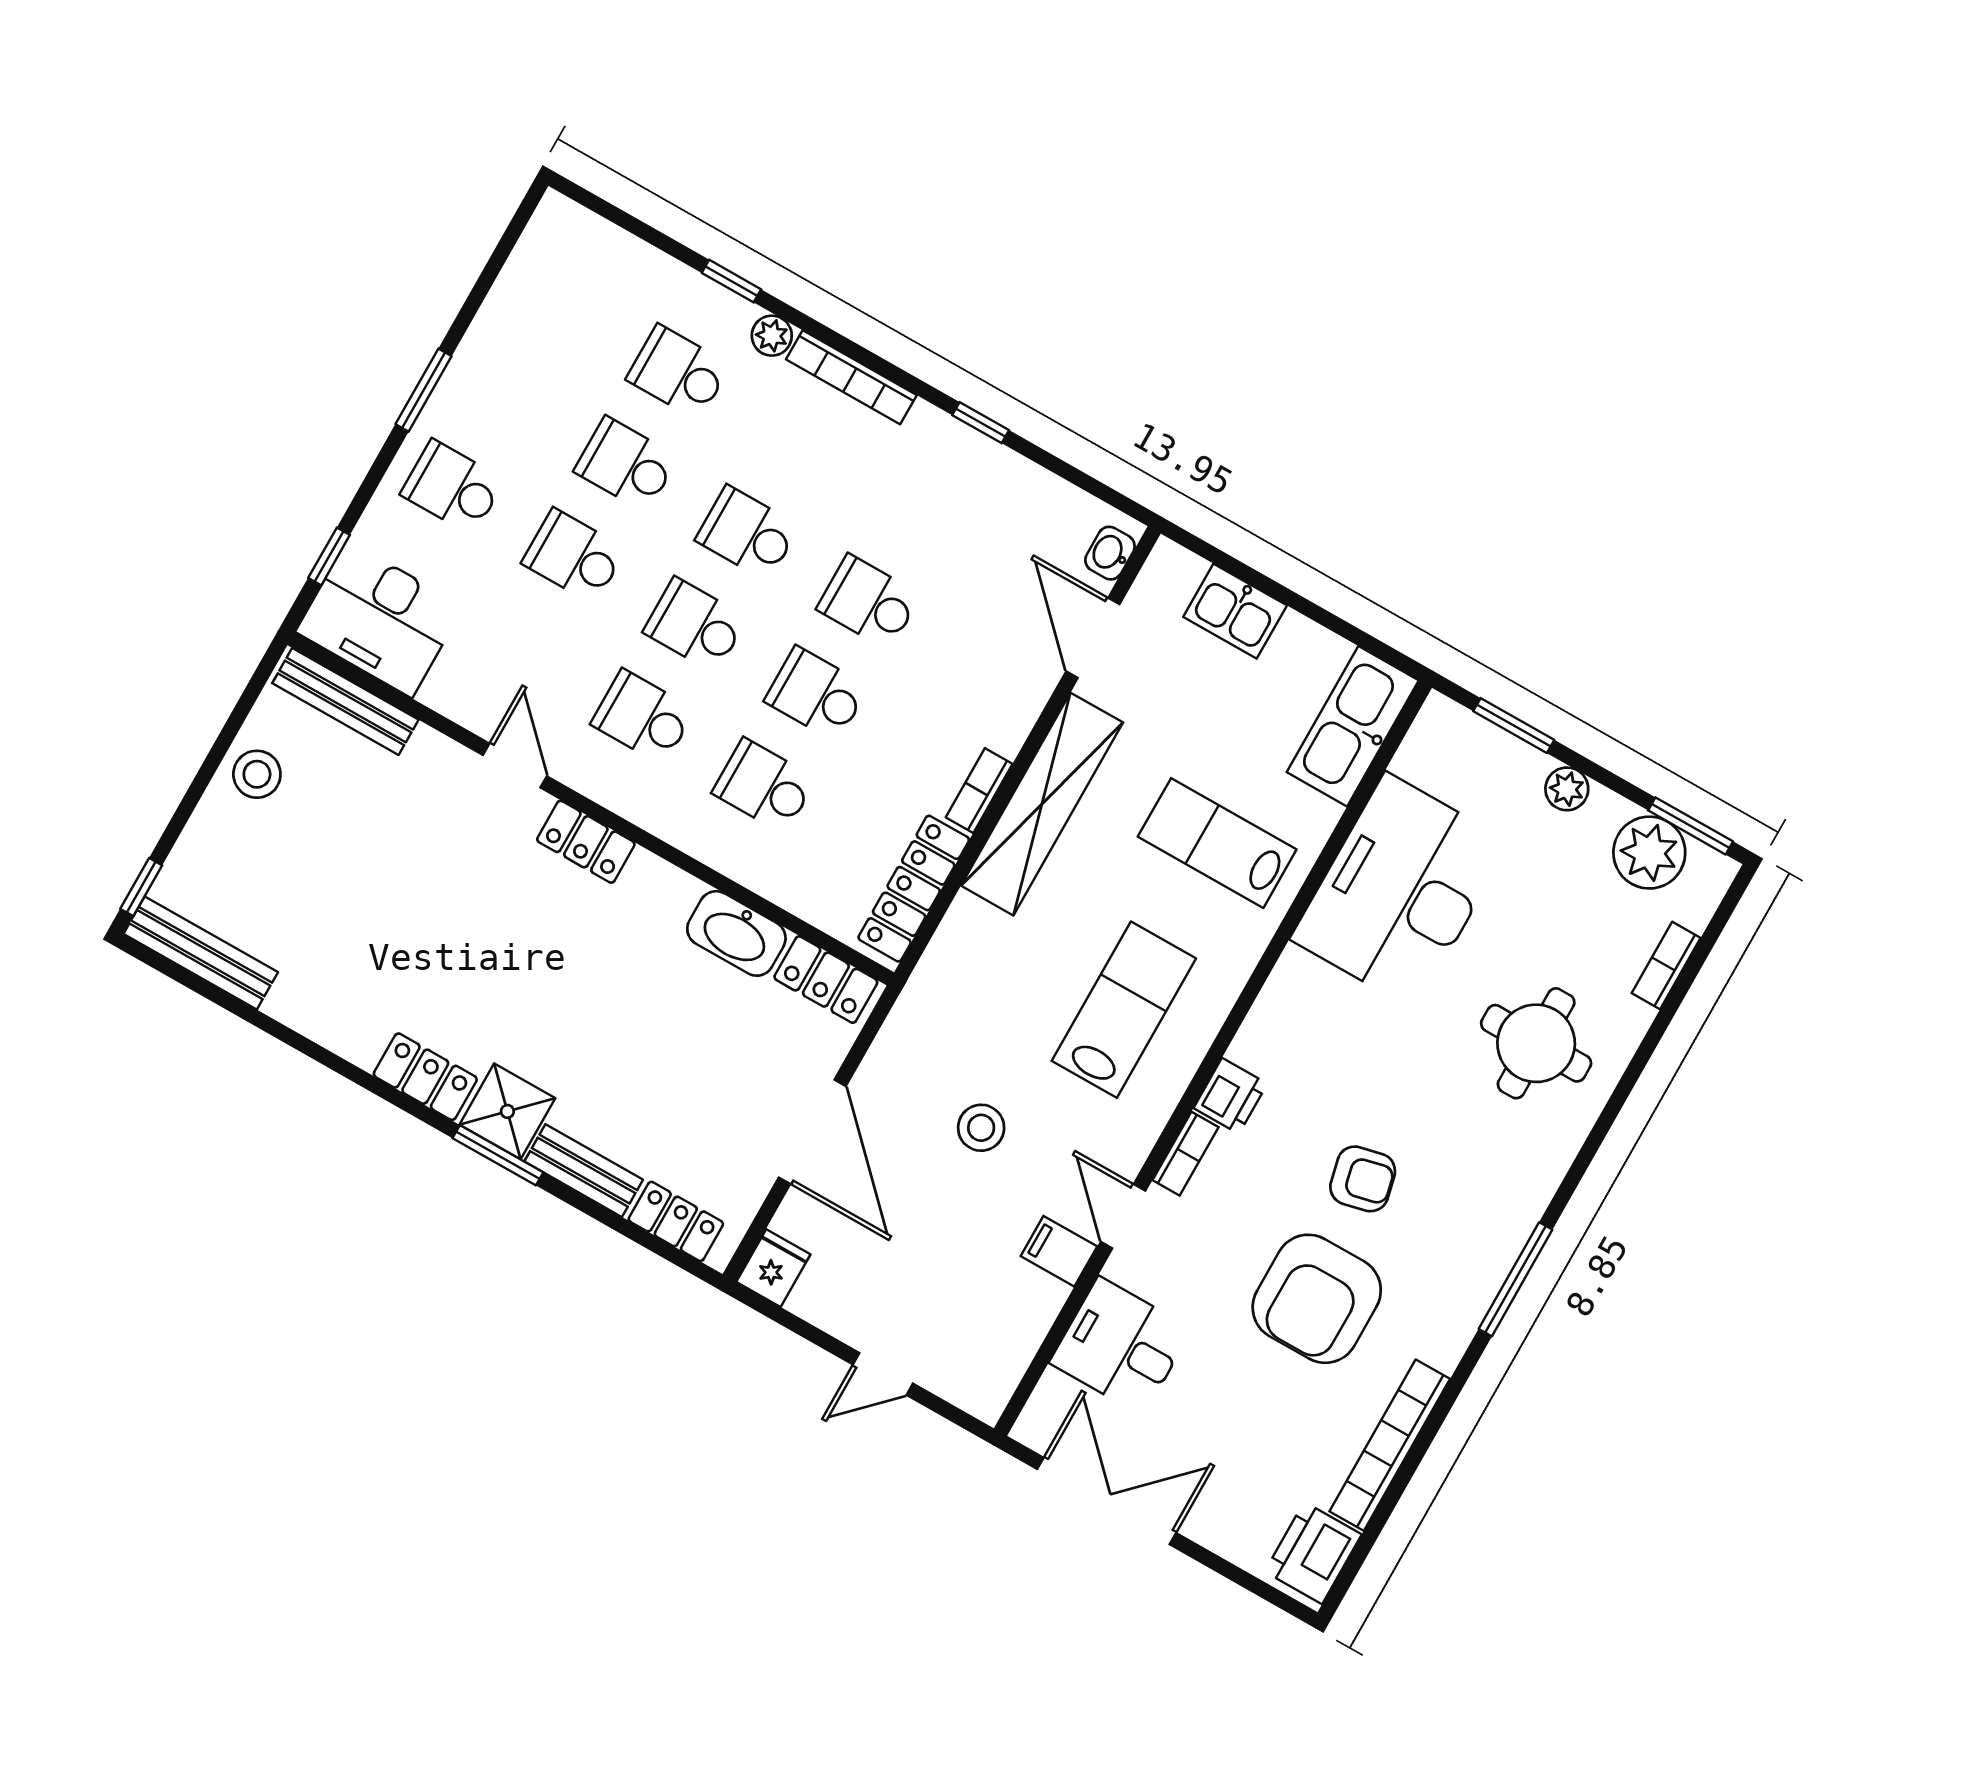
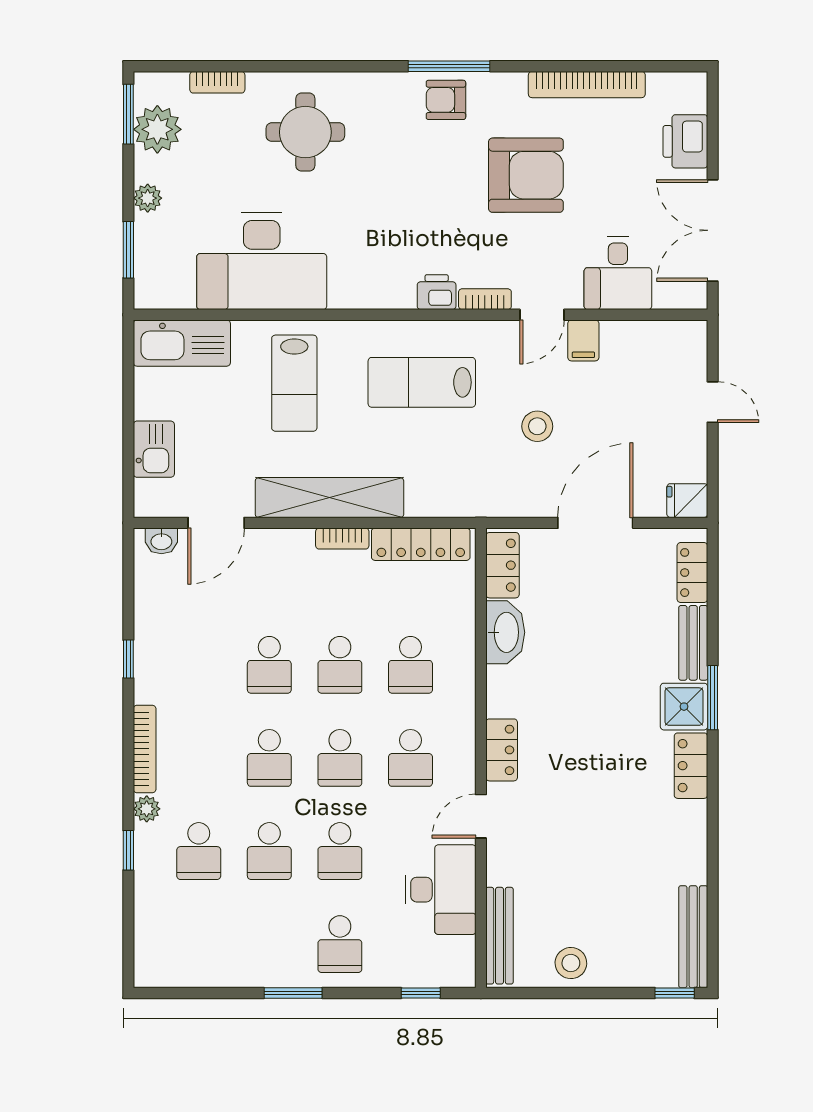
desk: (380, 619) -> (440, 890), moved
armchair: (1363, 1179) -> (446, 100), moved, turned -77
printer: (1313, 1553) -> (685, 141), moved, turned 90

